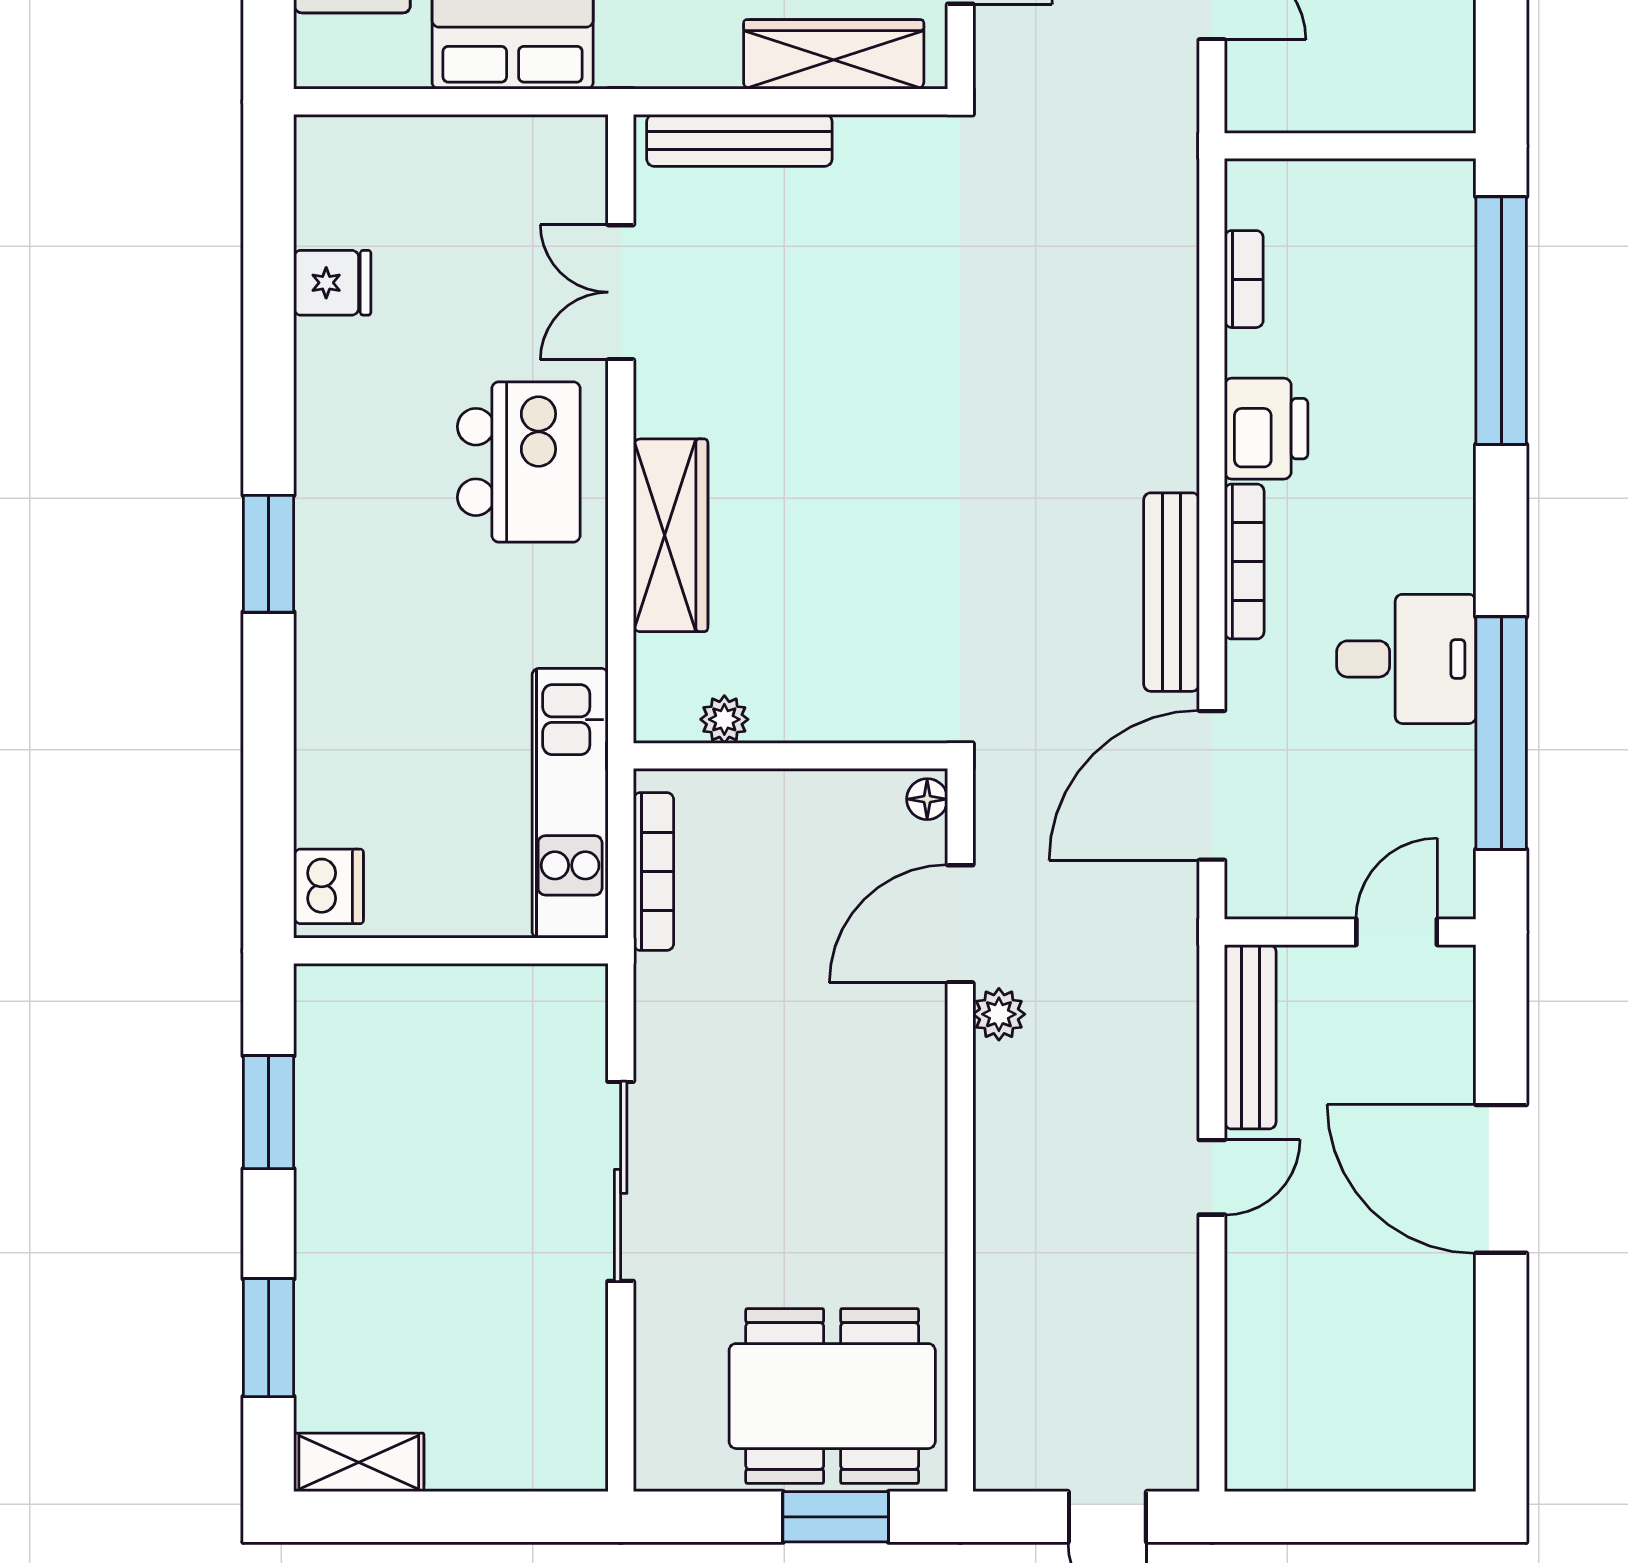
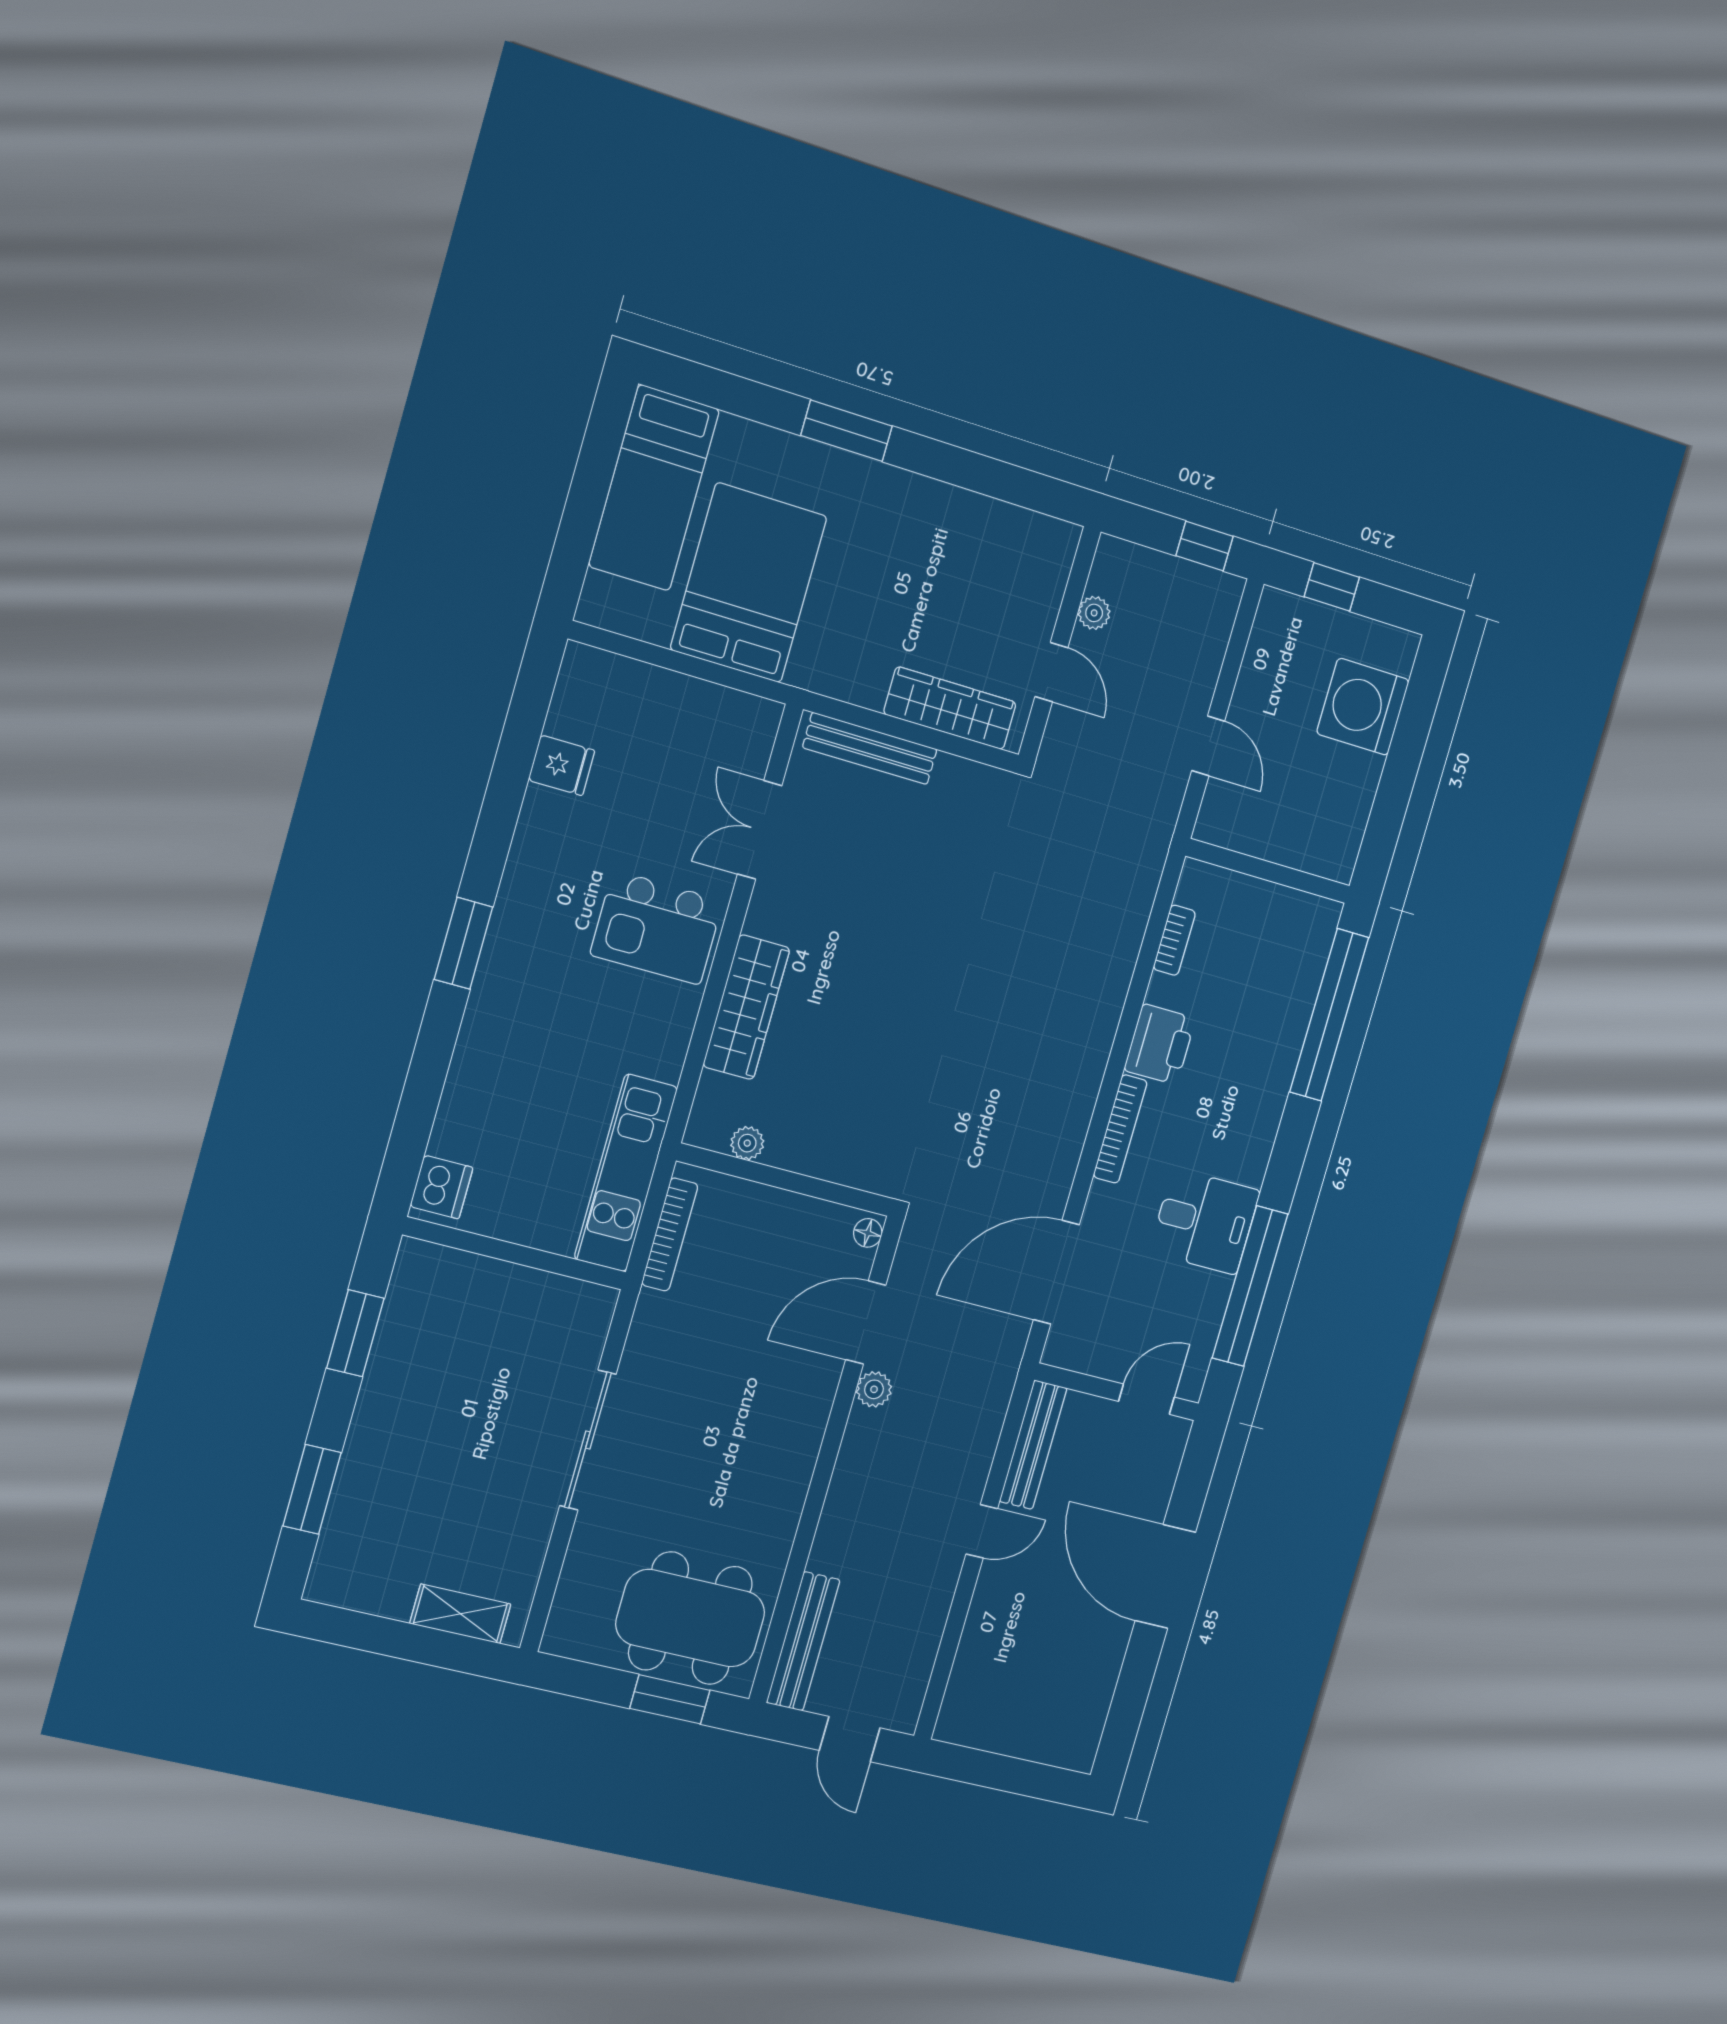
kitchen island: (519, 462) -> (657, 928), turned 90
bench: (1171, 592) -> (803, 1641), moved
shelving: (359, 1462) -> (460, 1614), moved

